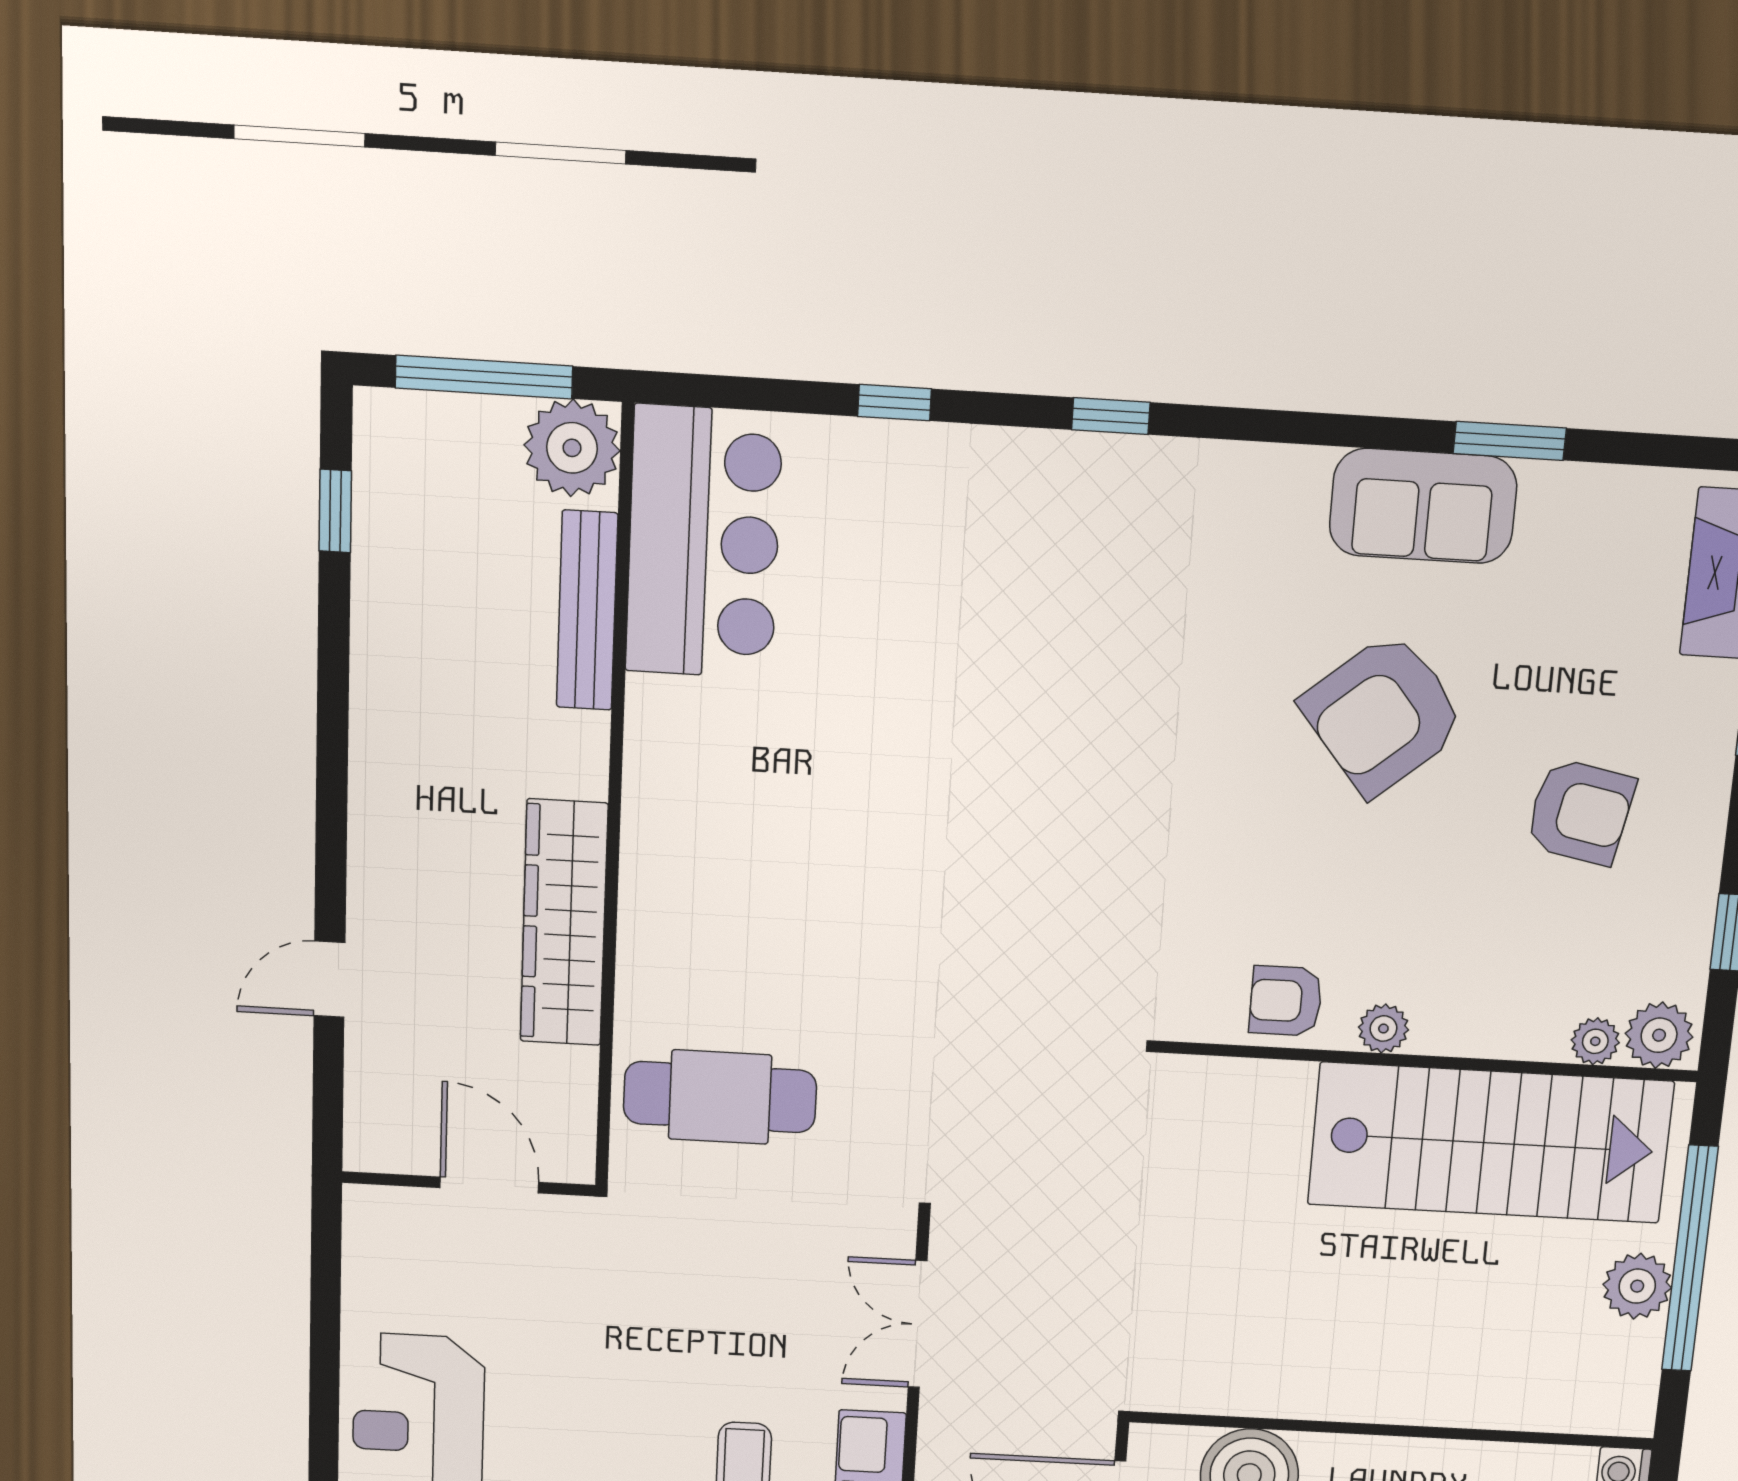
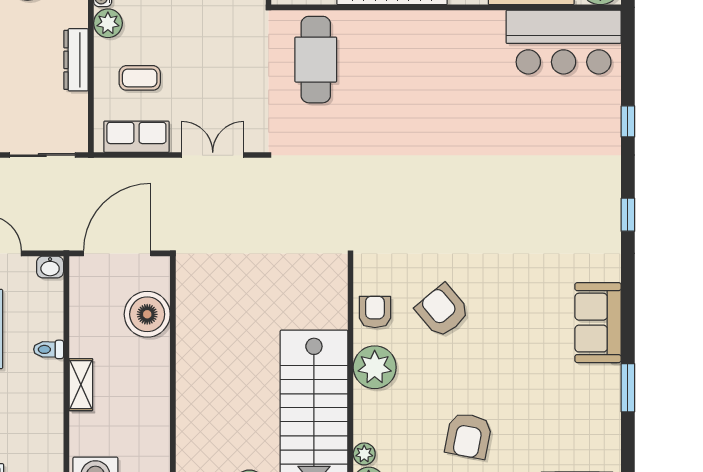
sofa: (1423, 506) -> (598, 323), moved
armchair: (1383, 714) -> (442, 311), moved, width x0.73, depth x0.73
plant: (1383, 1029) -> (375, 367), width x1.87, depth x1.87

